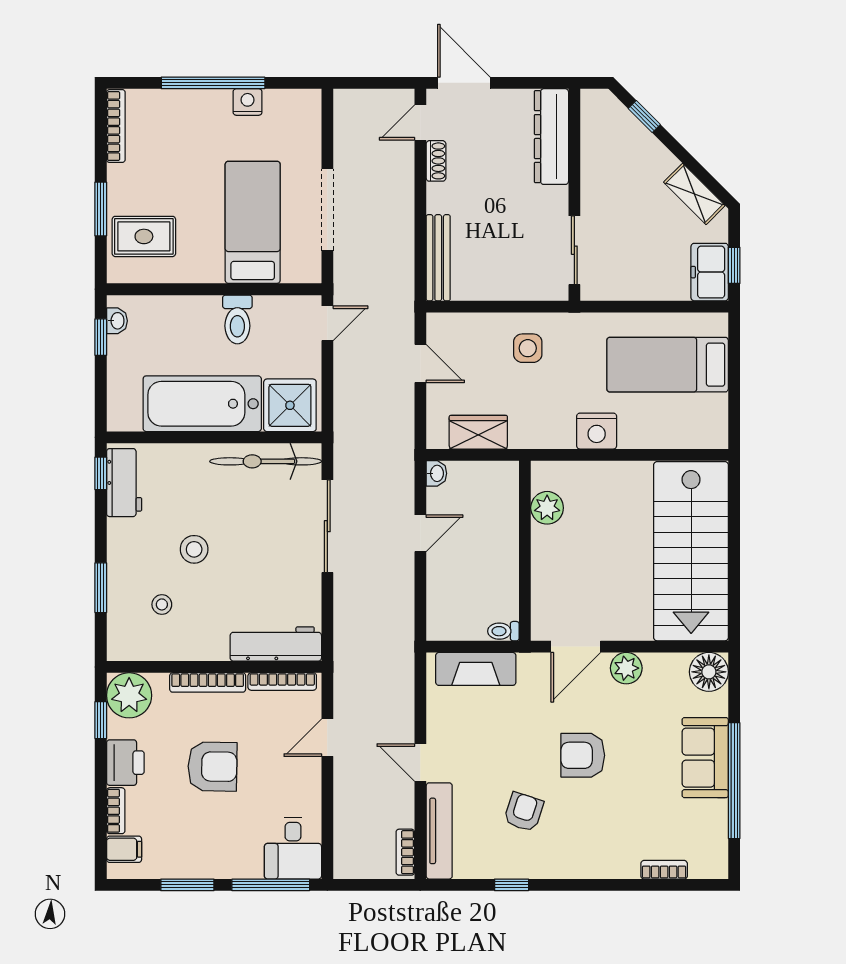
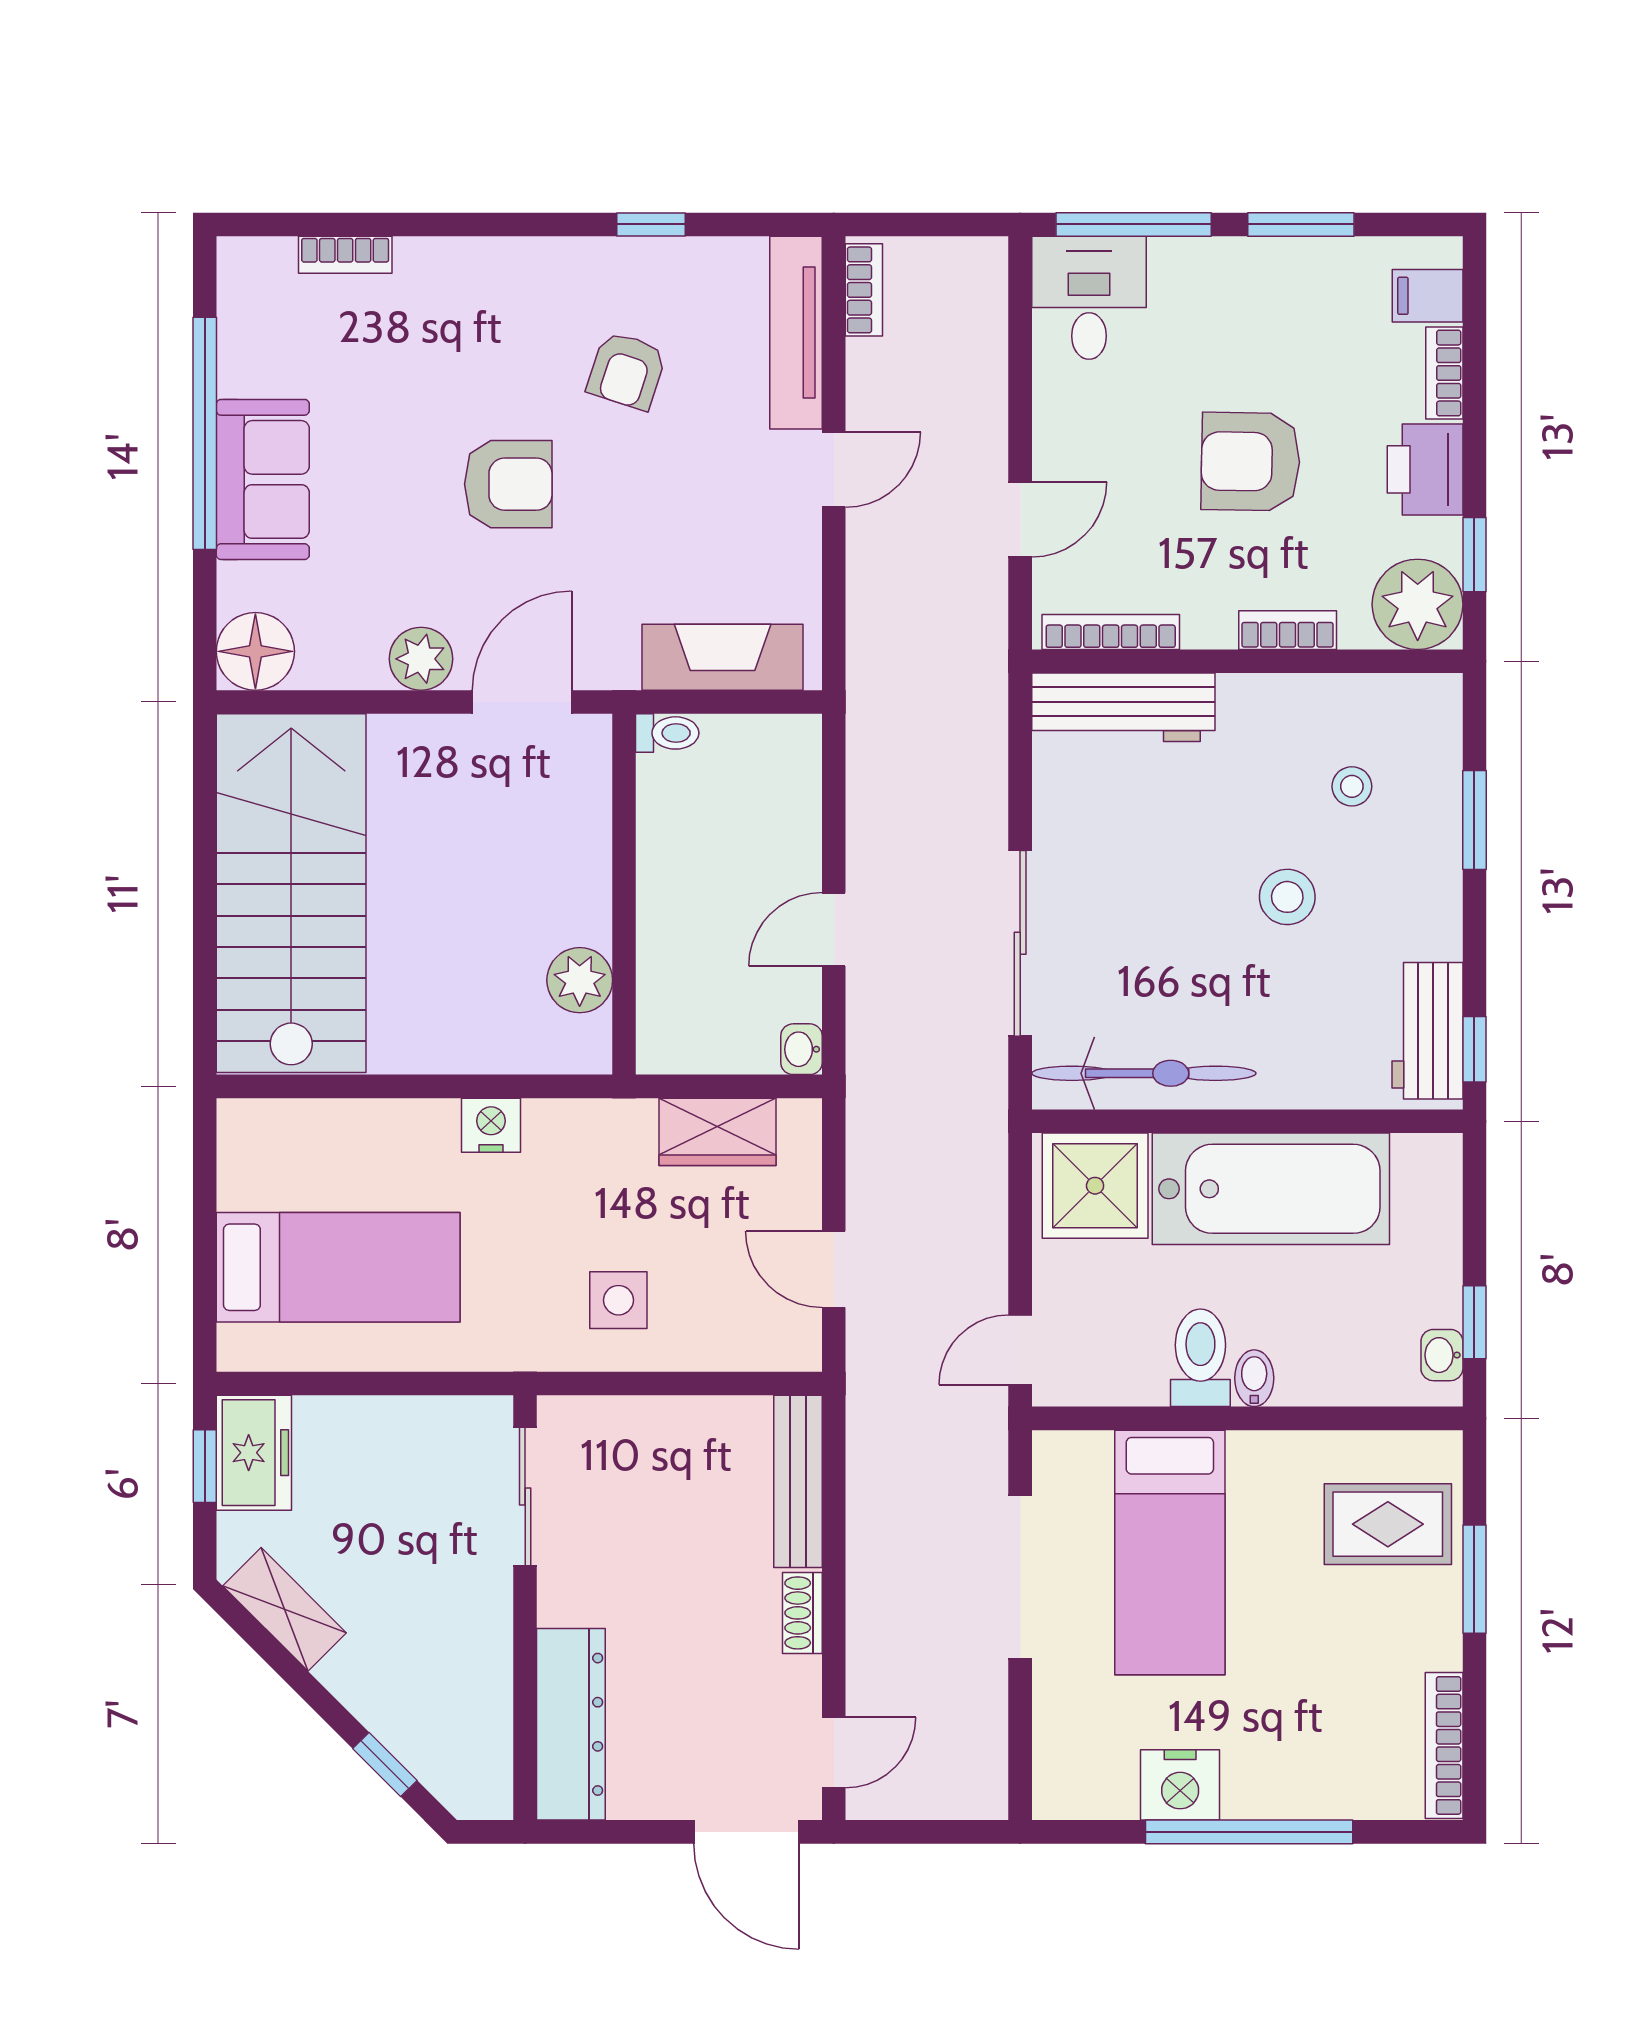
nightstand: (248, 102) -> (1180, 1785), width x1.36, depth x1.33
shoe rack: (436, 161) -> (802, 1613), moved
bidet: (211, 309) -> (1254, 1378), added
nightstand: (597, 431) -> (491, 1125), width x0.74, depth x0.75
bookcase: (208, 682) -> (1288, 630), width x0.64
door: (420, 763) -> (834, 470), hinge flipped

